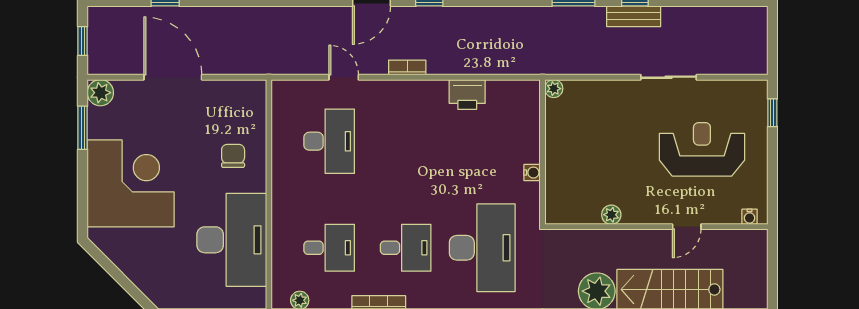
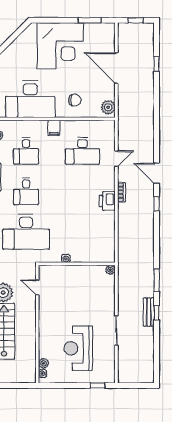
door: (173, 77) -> (116, 68), swing flipped
plant: (100, 93) -> (108, 107), moved
printer: (467, 94) -> (107, 201), moved
reception desk: (702, 149) -> (78, 348), turned 180
filing cabinet: (286, 195) -> (54, 128), added
plant: (611, 215) -> (44, 363), moved
door: (687, 227) -> (37, 287), moved

